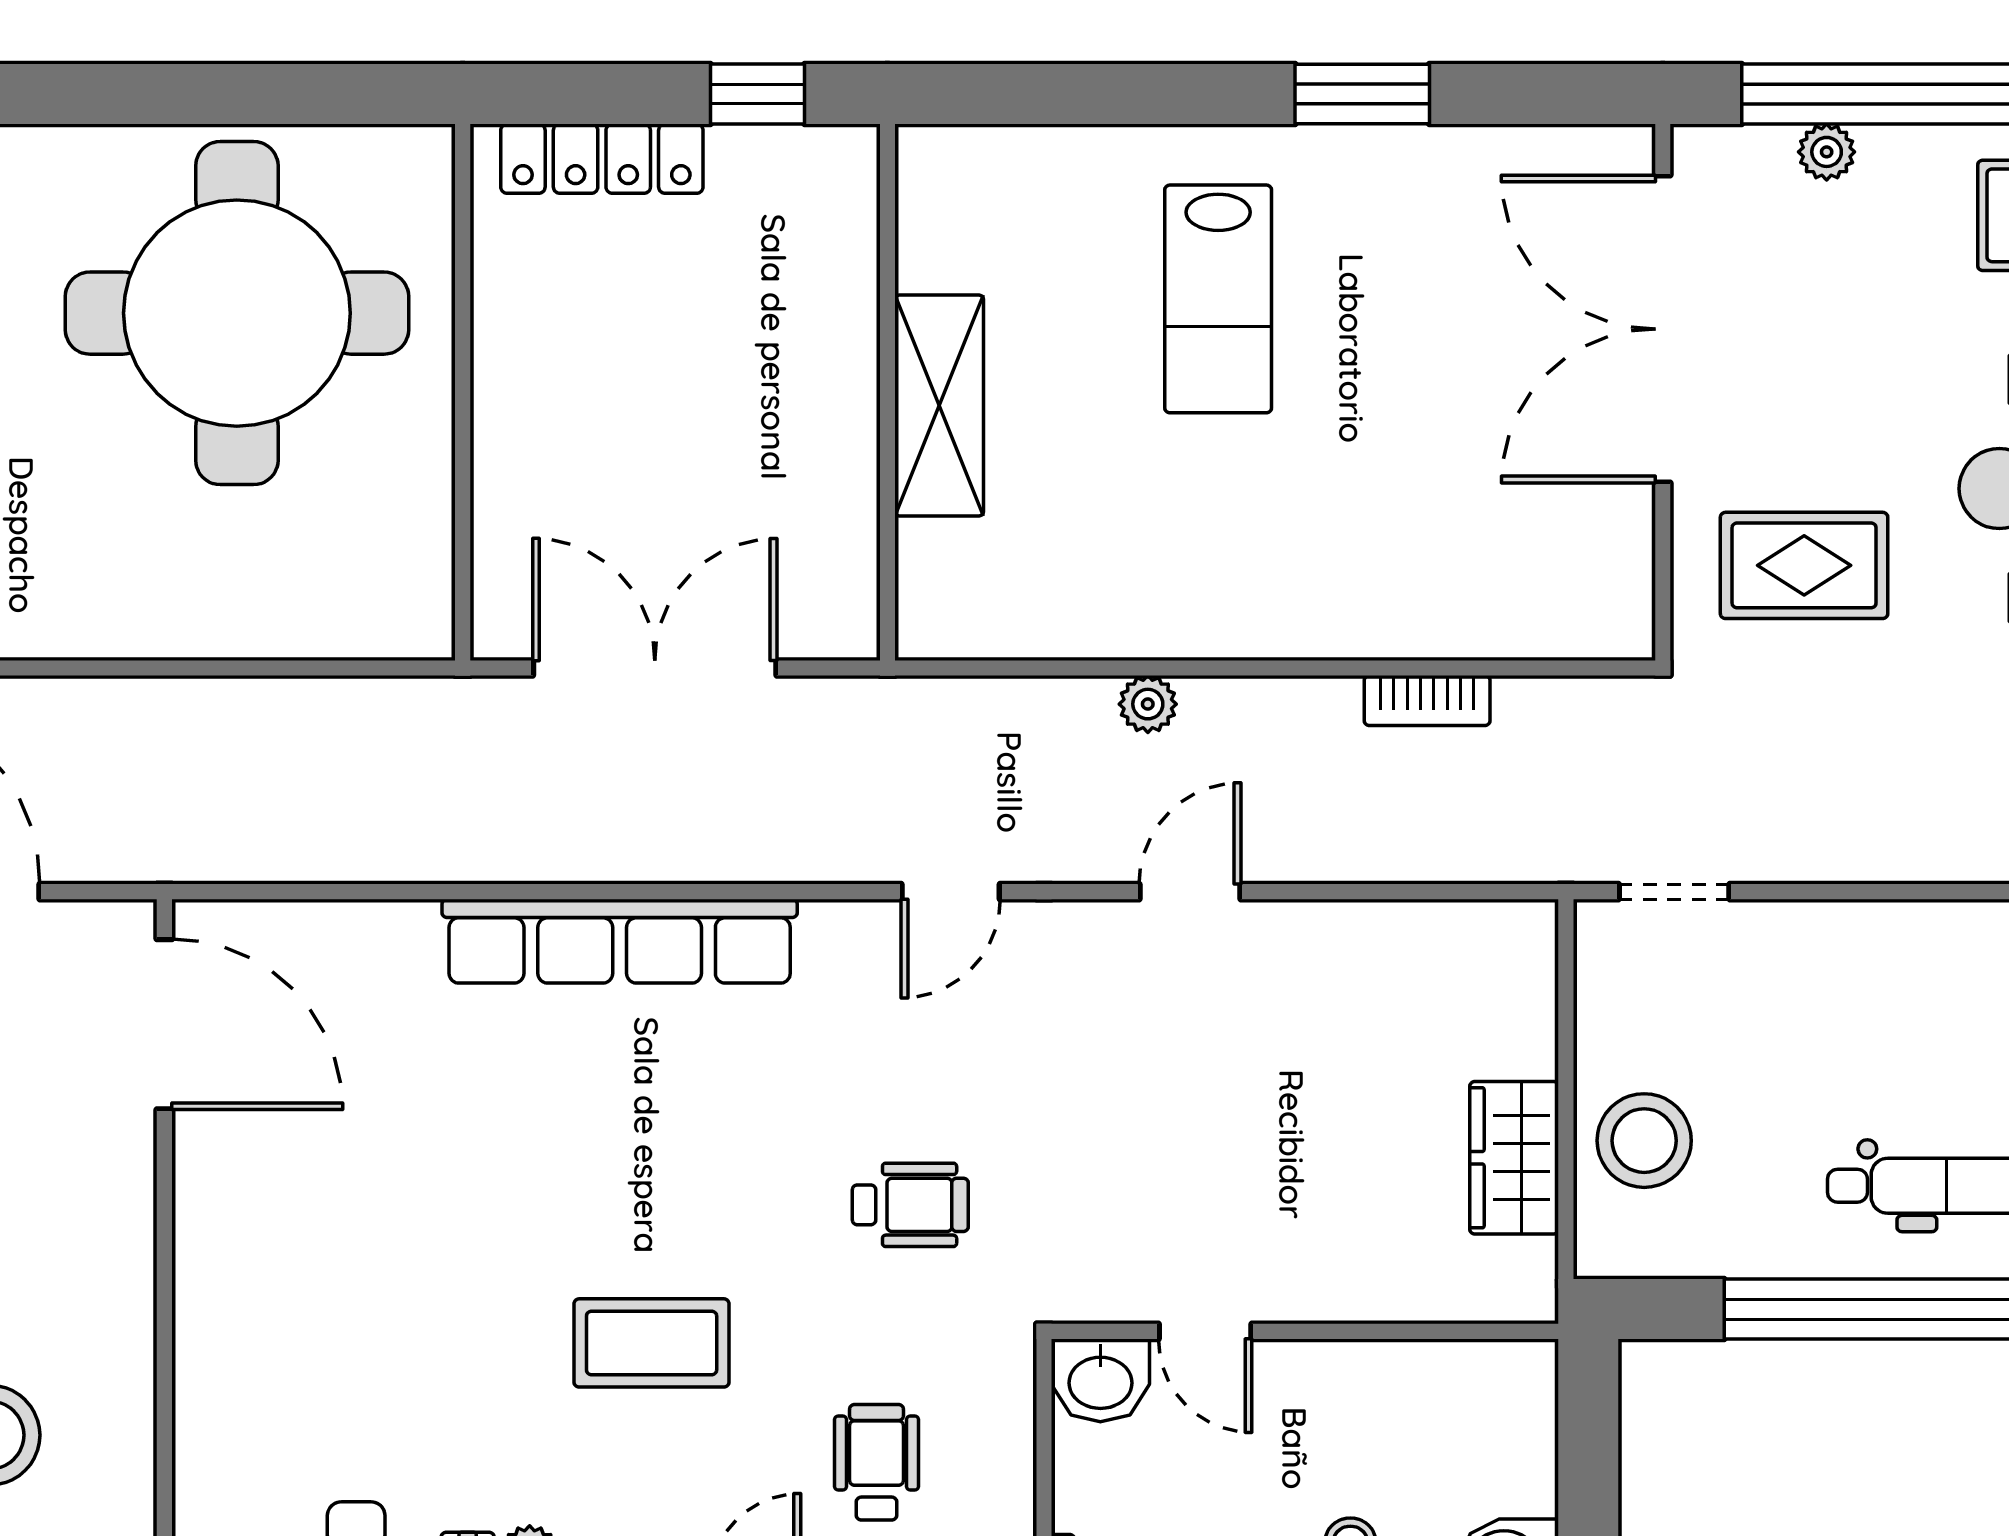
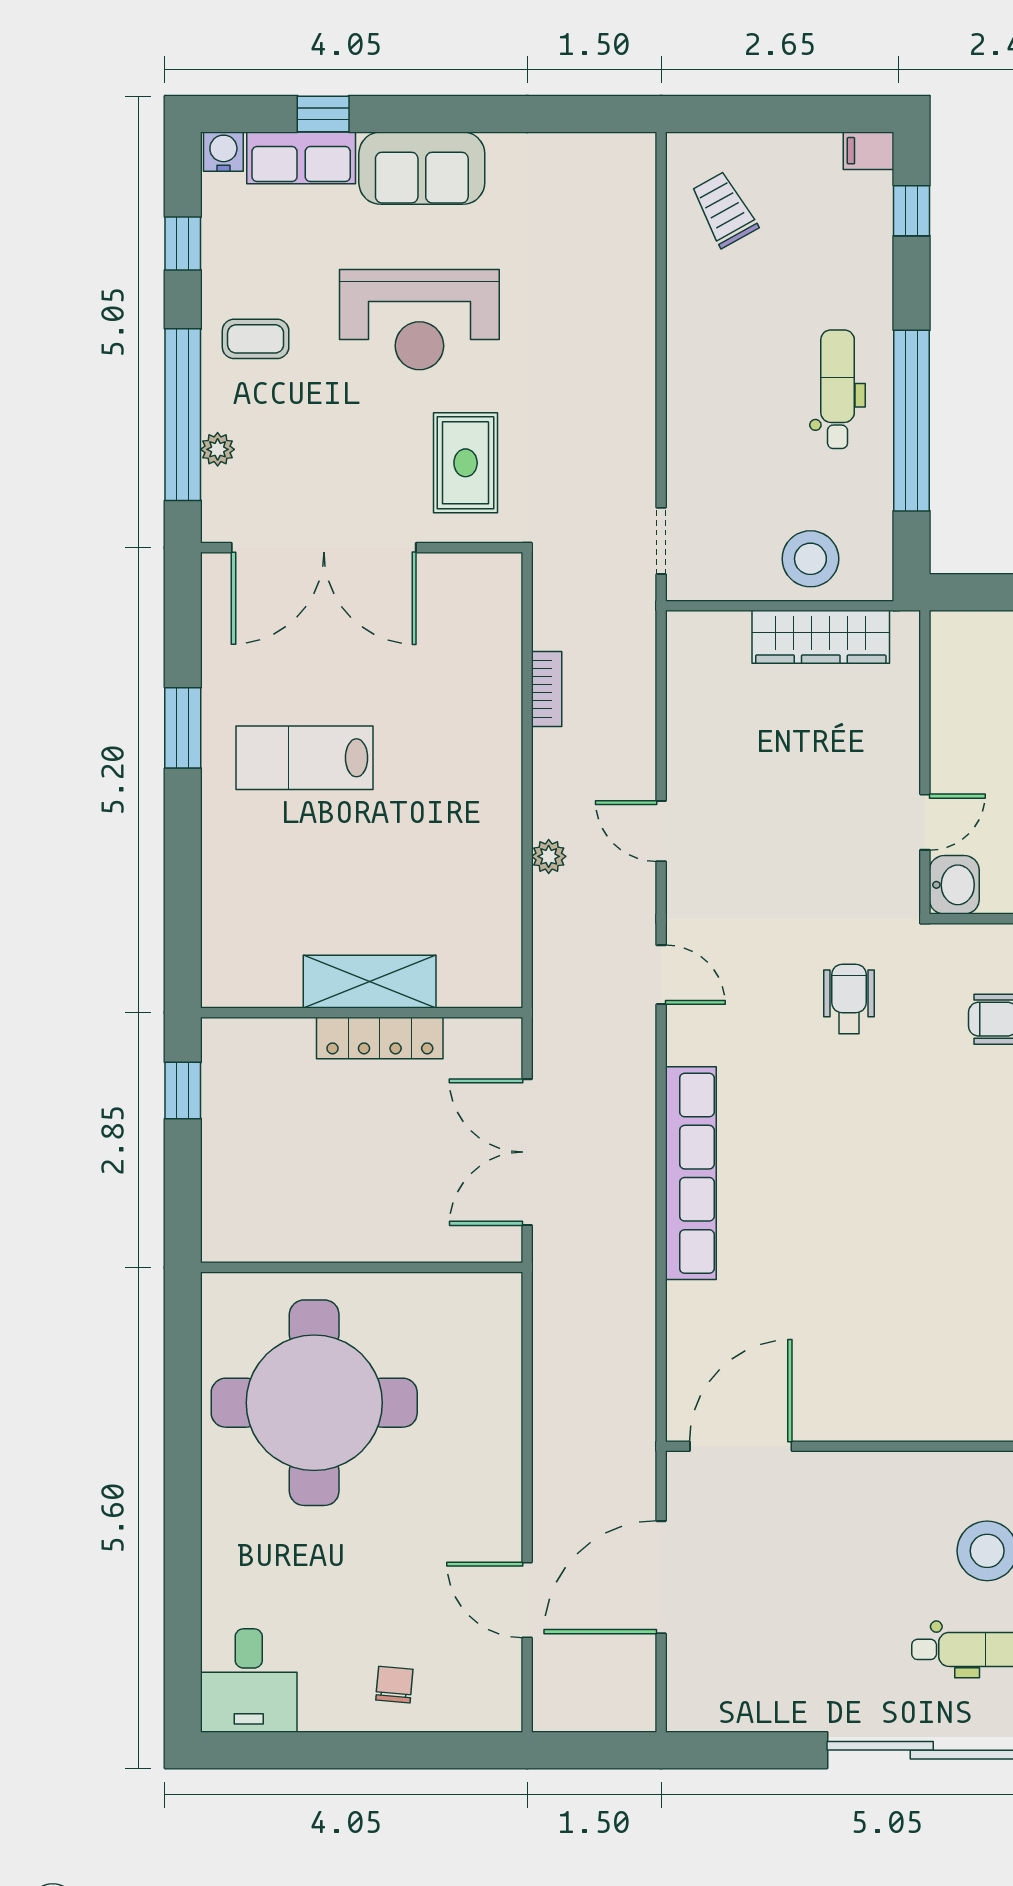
locker: (602, 159) -> (380, 1038), moved, turned 90
lab bench: (1218, 299) -> (305, 758), moved, turned 180
wardrobe: (1514, 1158) -> (821, 637), width x1.50
coffee table: (652, 1343) -> (932, 1154), removed

